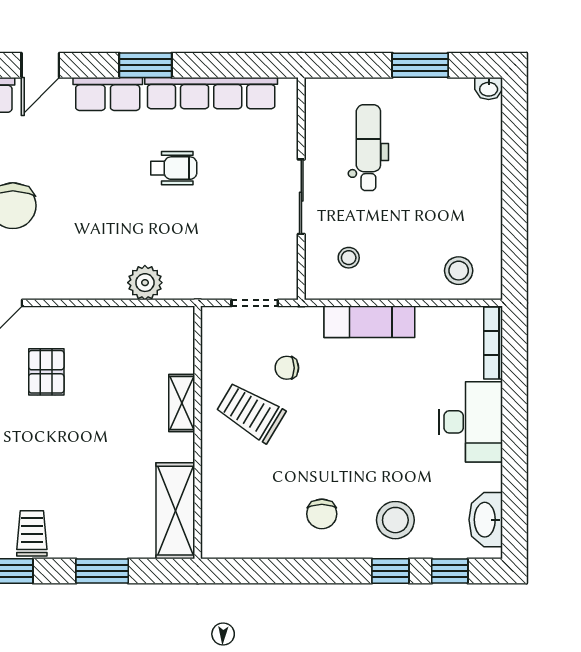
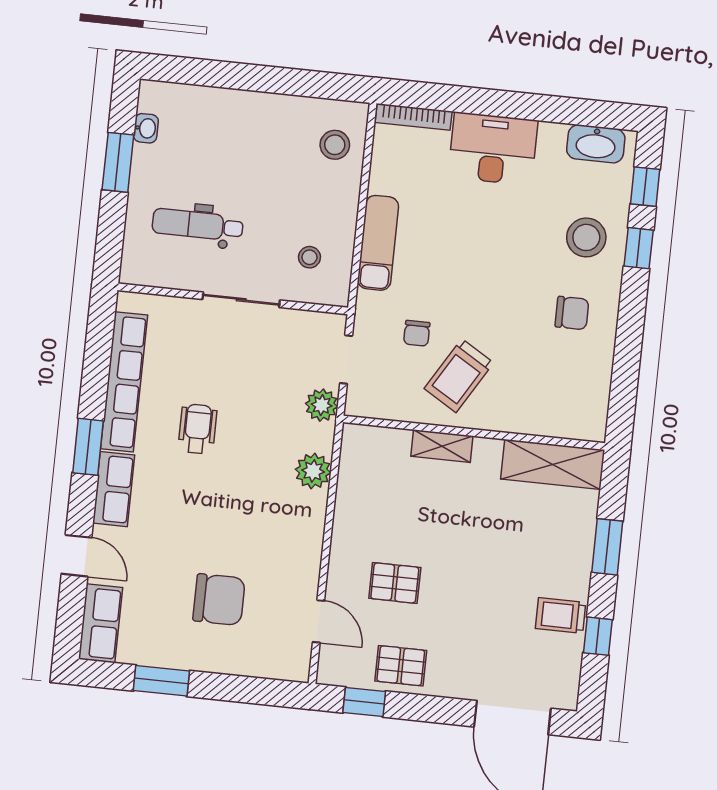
washbasin: (489, 89) -> (146, 128), moved
plant: (209, 284) -> (322, 405), added

